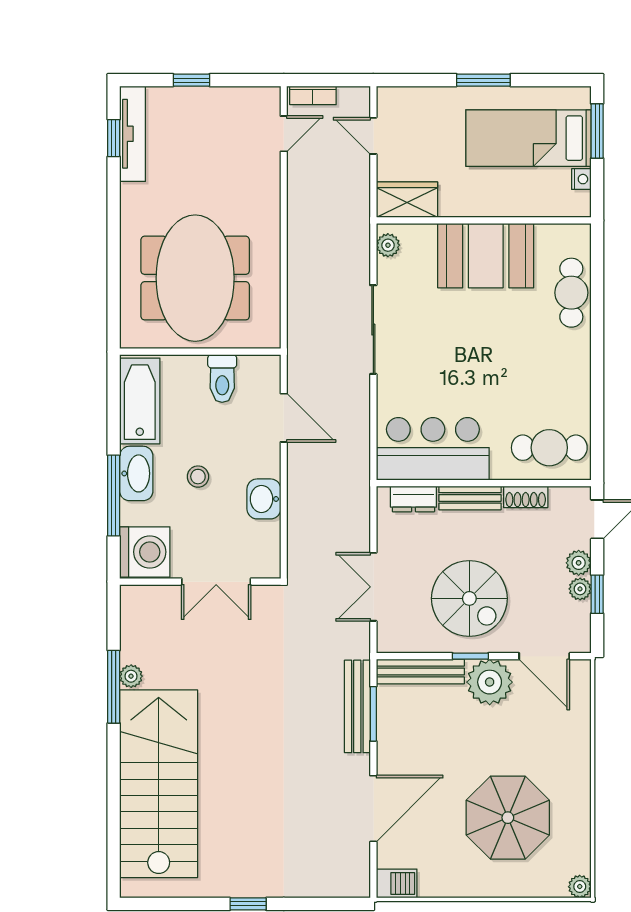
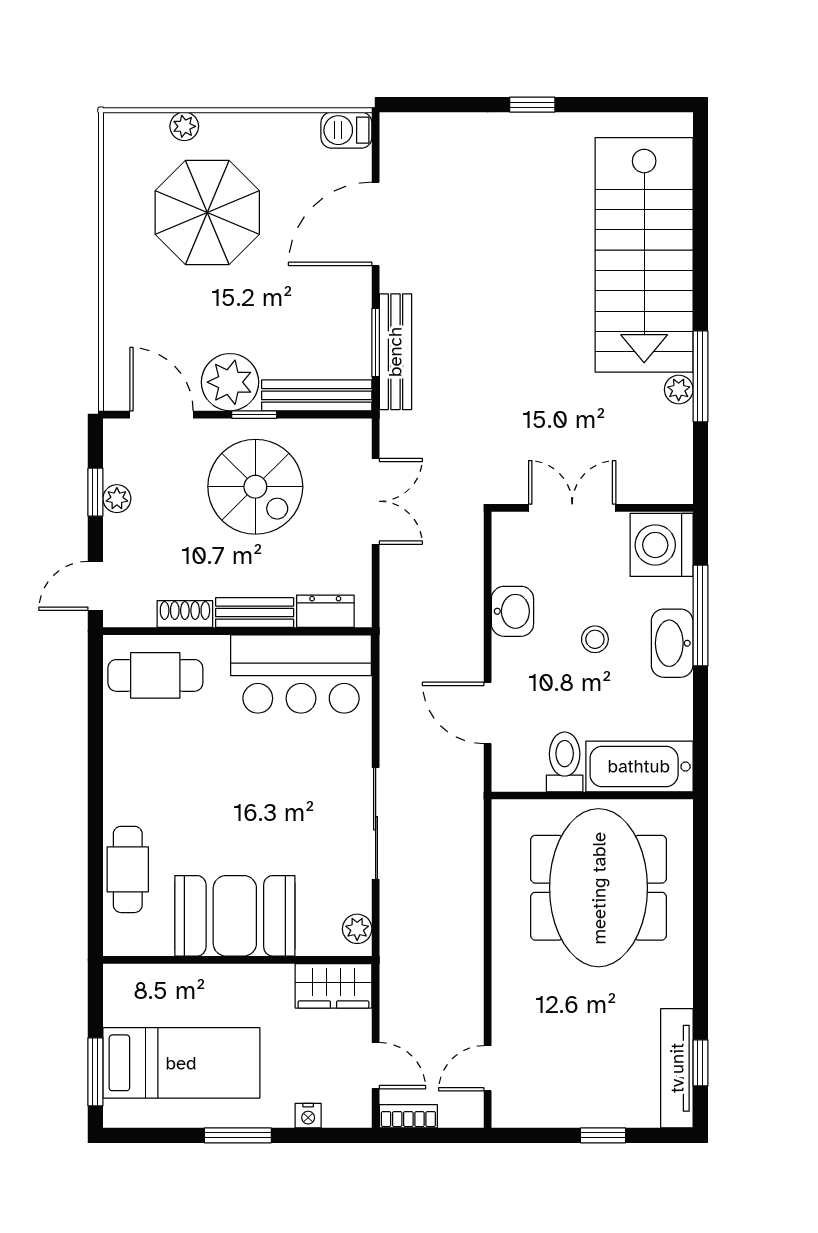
bookcase: (313, 95) -> (408, 1116), moved
nightstand: (581, 179) -> (308, 1116), moved, turned -90
bathtub: (140, 401) -> (639, 766), moved, turned 90
plant: (579, 563) -> (119, 531), removed
spiral stairs: (469, 598) -> (255, 487), turned 180
plant: (580, 887) -> (184, 126), moved

